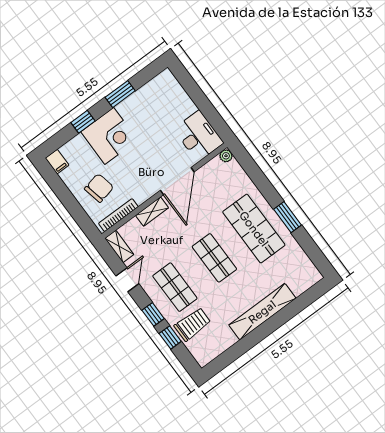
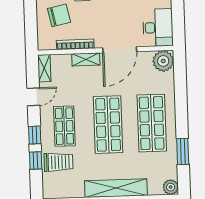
plant: (226, 156) -> (163, 61), width x1.87, depth x1.87
bookcase: (118, 215) -> (75, 44), moved
window: (287, 217) -> (183, 152), moved
shop shelf: (214, 258) -> (108, 125), width x1.43, depth x1.36
plant: (312, 276) -> (171, 187), added

